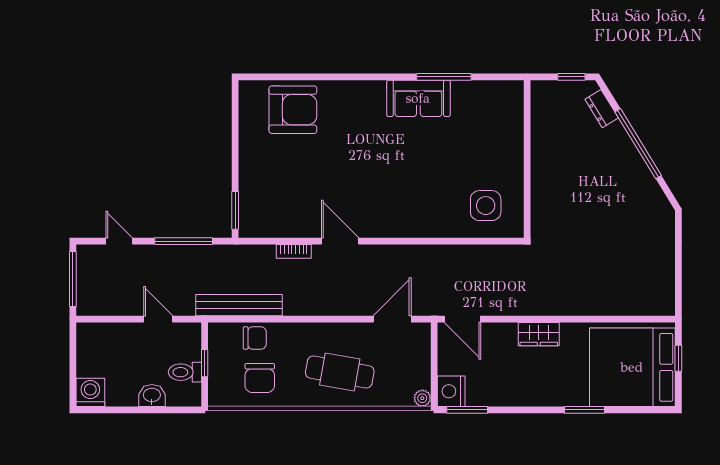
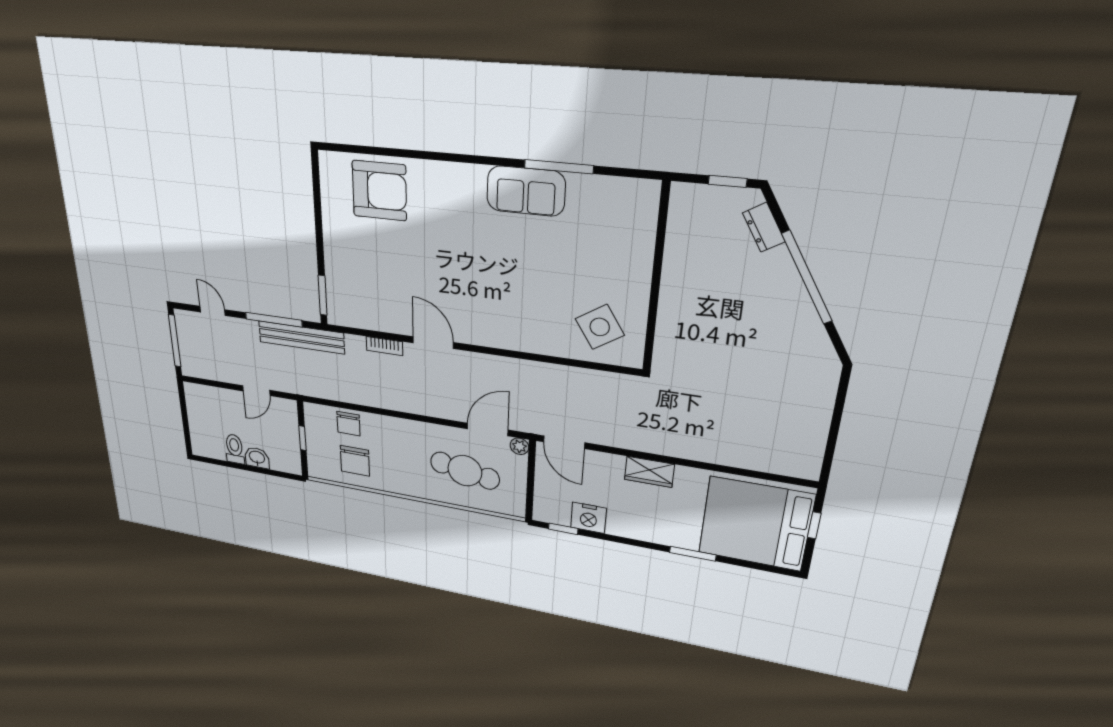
side table: (486, 206) -> (600, 327), turned -33
bench: (239, 305) -> (301, 337), moved
door: (158, 319) -> (256, 391), swing flipped
chair: (255, 338) -> (348, 424), turned 90
toilet: (185, 372) -> (235, 449), moved, turned 90
cafe table: (340, 372) -> (465, 471), moved
nightstand: (451, 391) -> (589, 518), moved, turned -90
washing machine: (90, 392) -> (203, 445), removed
plant: (422, 398) -> (519, 446), moved
window: (467, 410) -> (563, 529), width x0.67

